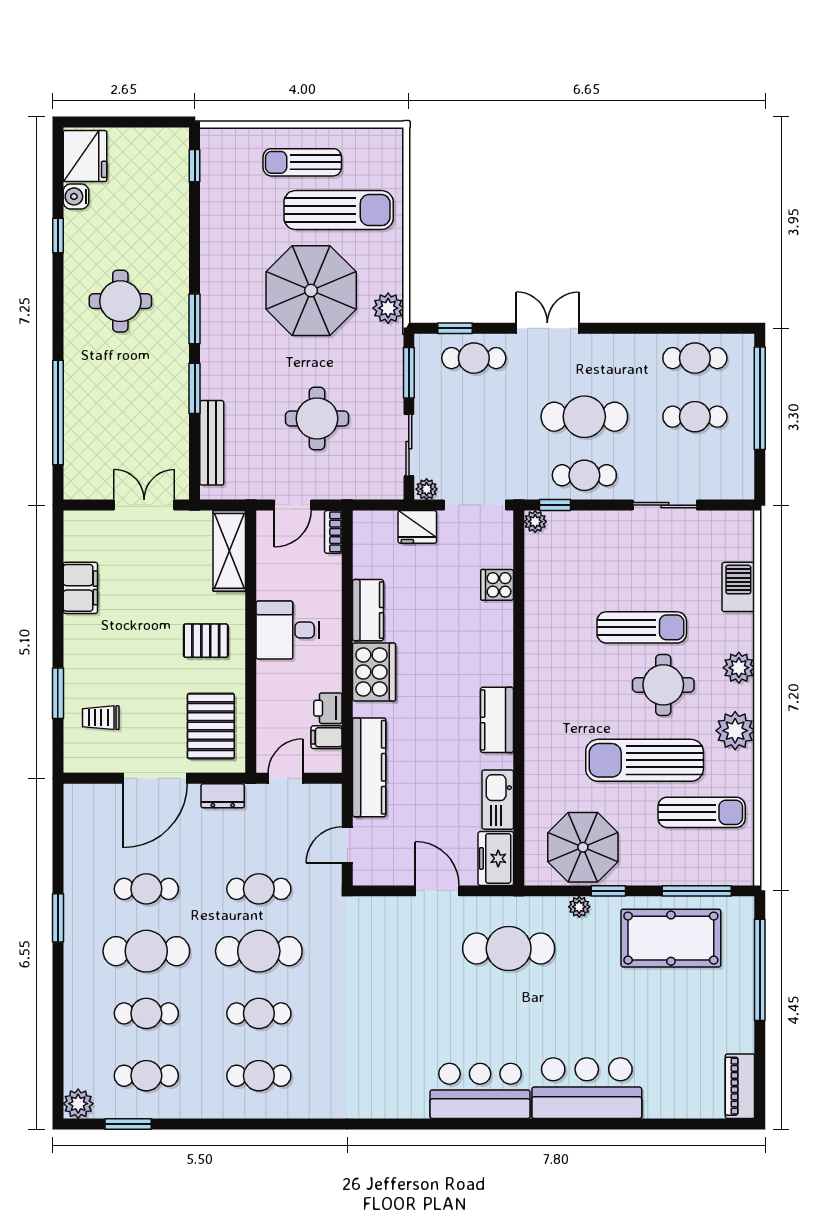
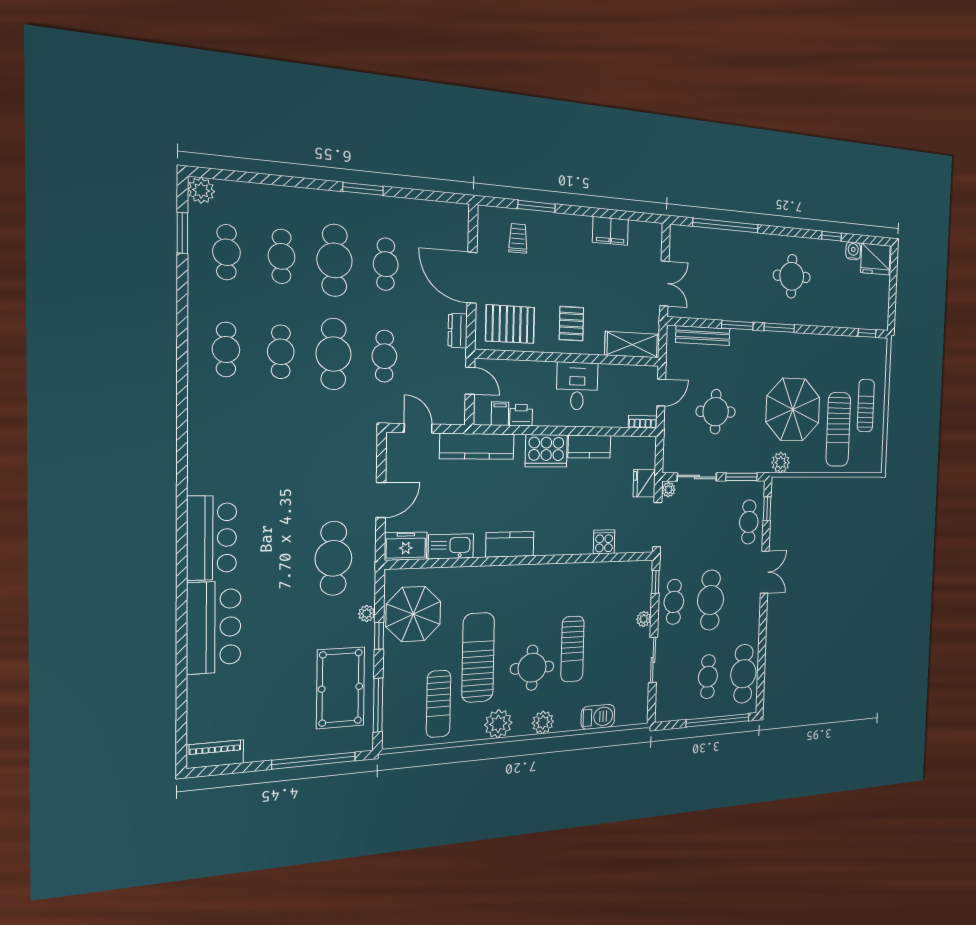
cafe table: (695, 358) -> (743, 674), width x1.37, depth x1.35
door: (293, 505) -> (661, 393), swing flipped
plant: (535, 522) -> (644, 619), moved

